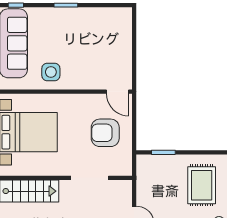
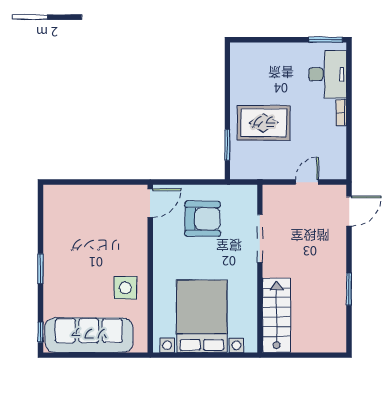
armchair: (105, 133) -> (203, 219), turned -90
rug: (202, 185) -> (264, 123), moved

